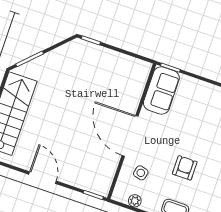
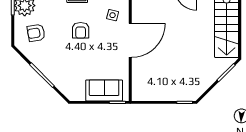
sofa: (161, 90) -> (104, 90), moved, turned 90
door: (130, 136) -> (130, 40), hinge flipped

